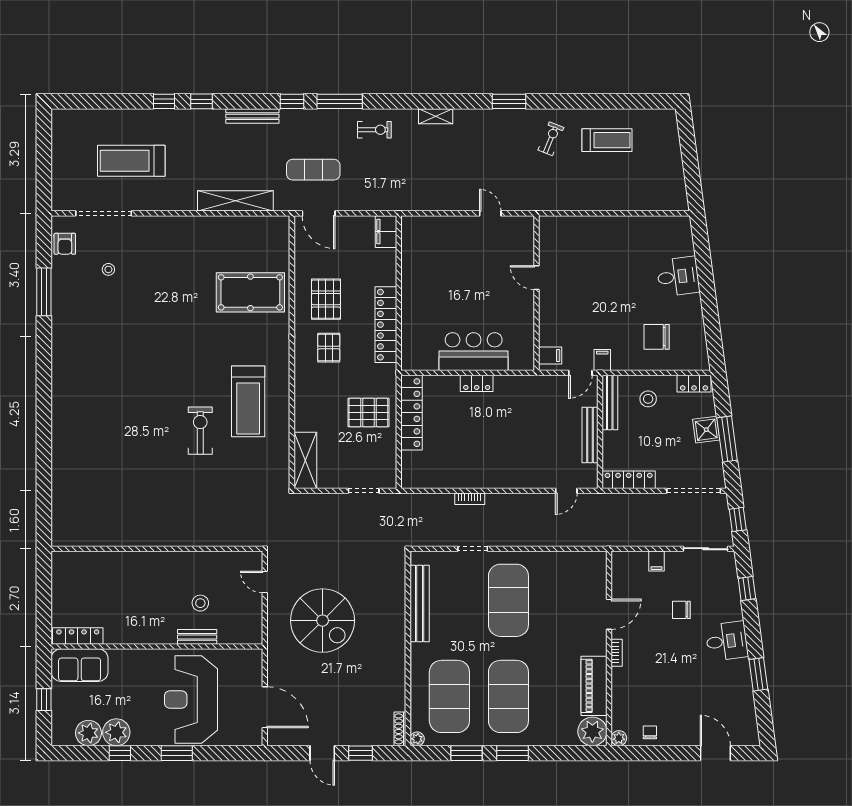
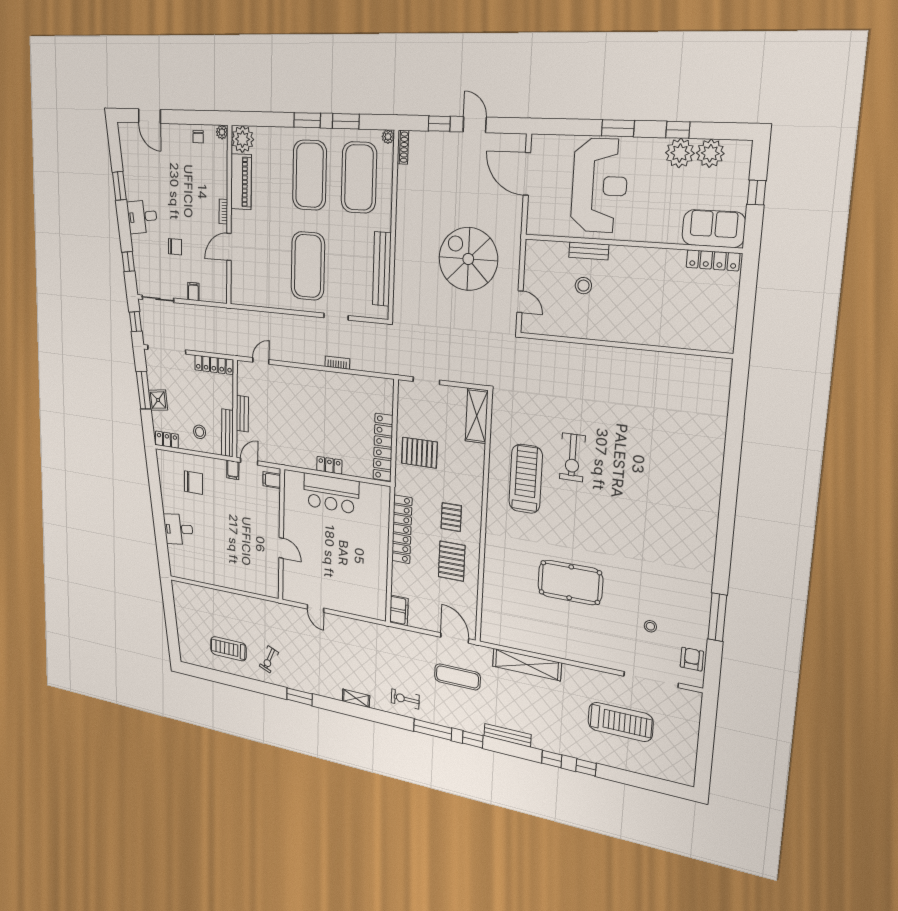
pool table: (250, 292) -> (570, 582), moved
bench: (590, 435) -> (242, 414), width x0.73

